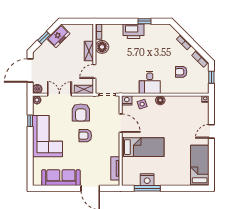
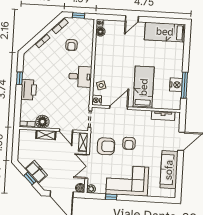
freezer: (58, 36) -> (36, 172), moved
floor lamp: (160, 100) -> (100, 32), moved
door: (211, 131) -> (132, 19), hinge flipped

